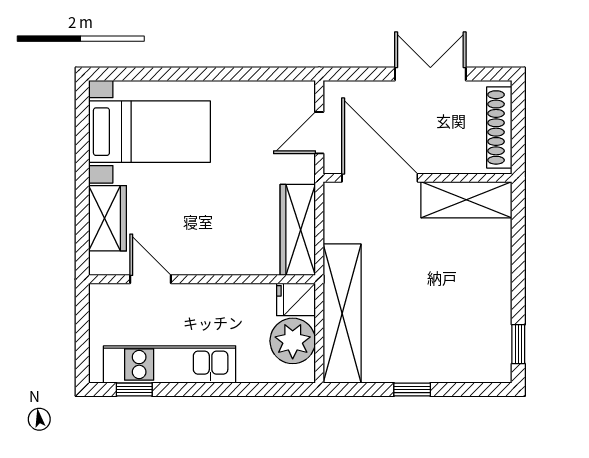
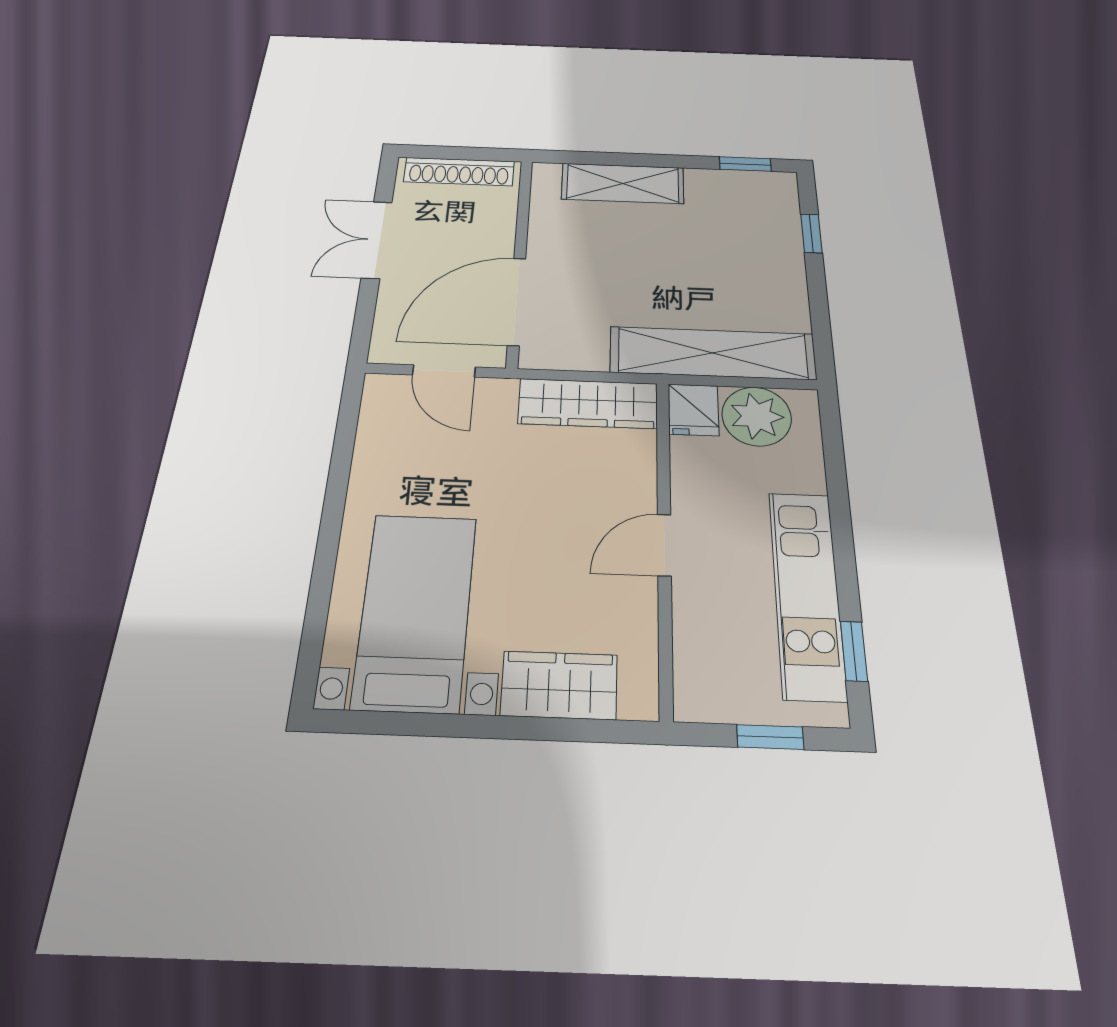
shelving: (466, 200) -> (623, 183), moved, turned 90
door: (151, 279) -> (664, 545), moved
window: (82, 337) -> (770, 737), added
window: (412, 389) -> (811, 233), moved

